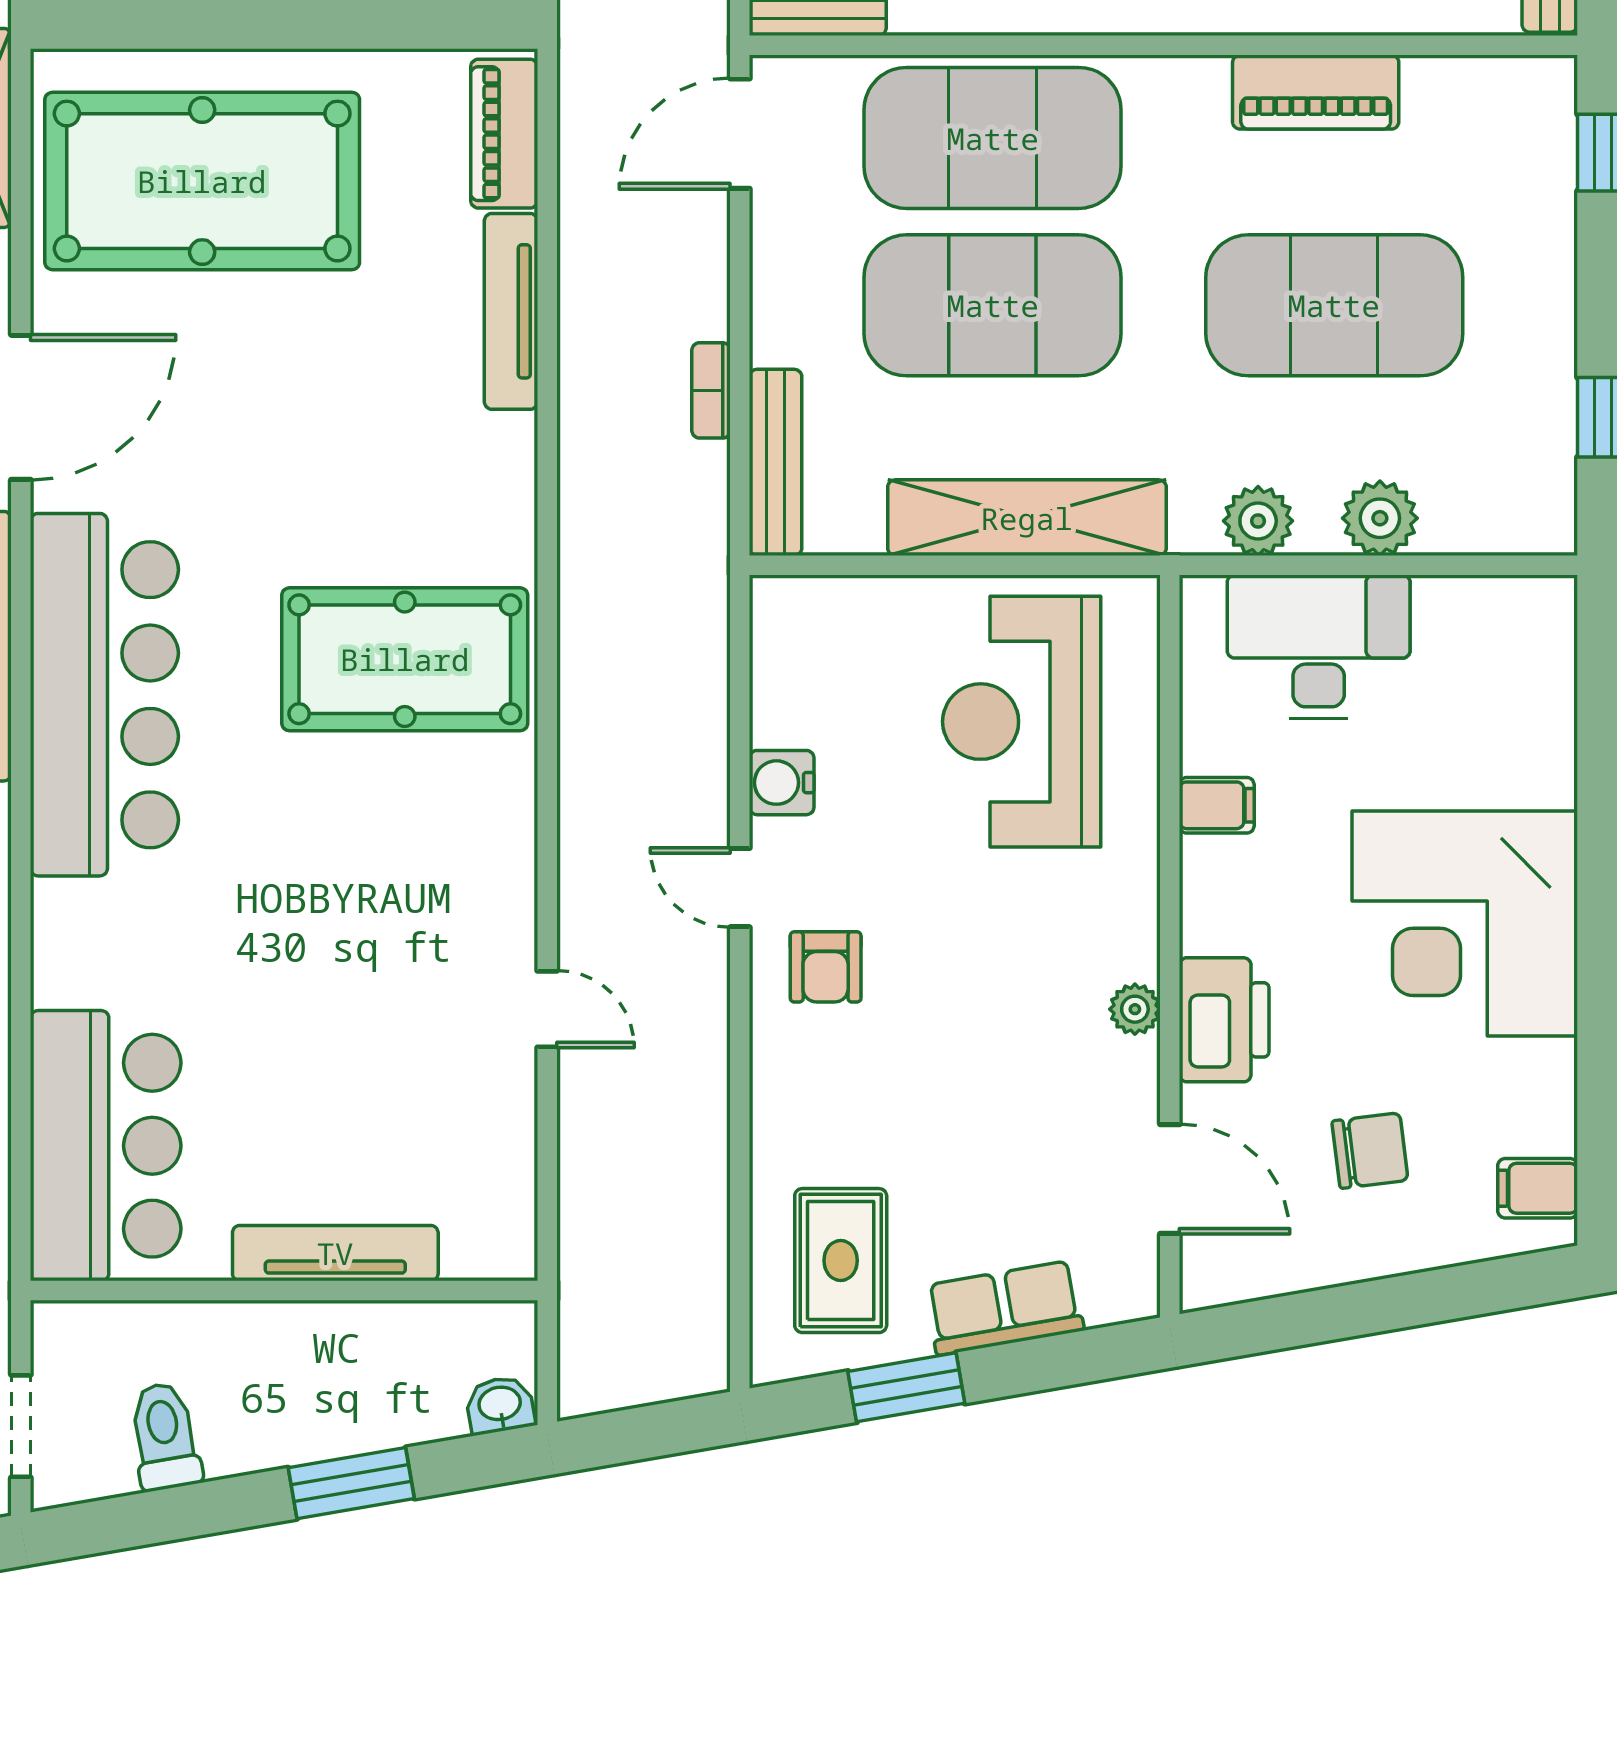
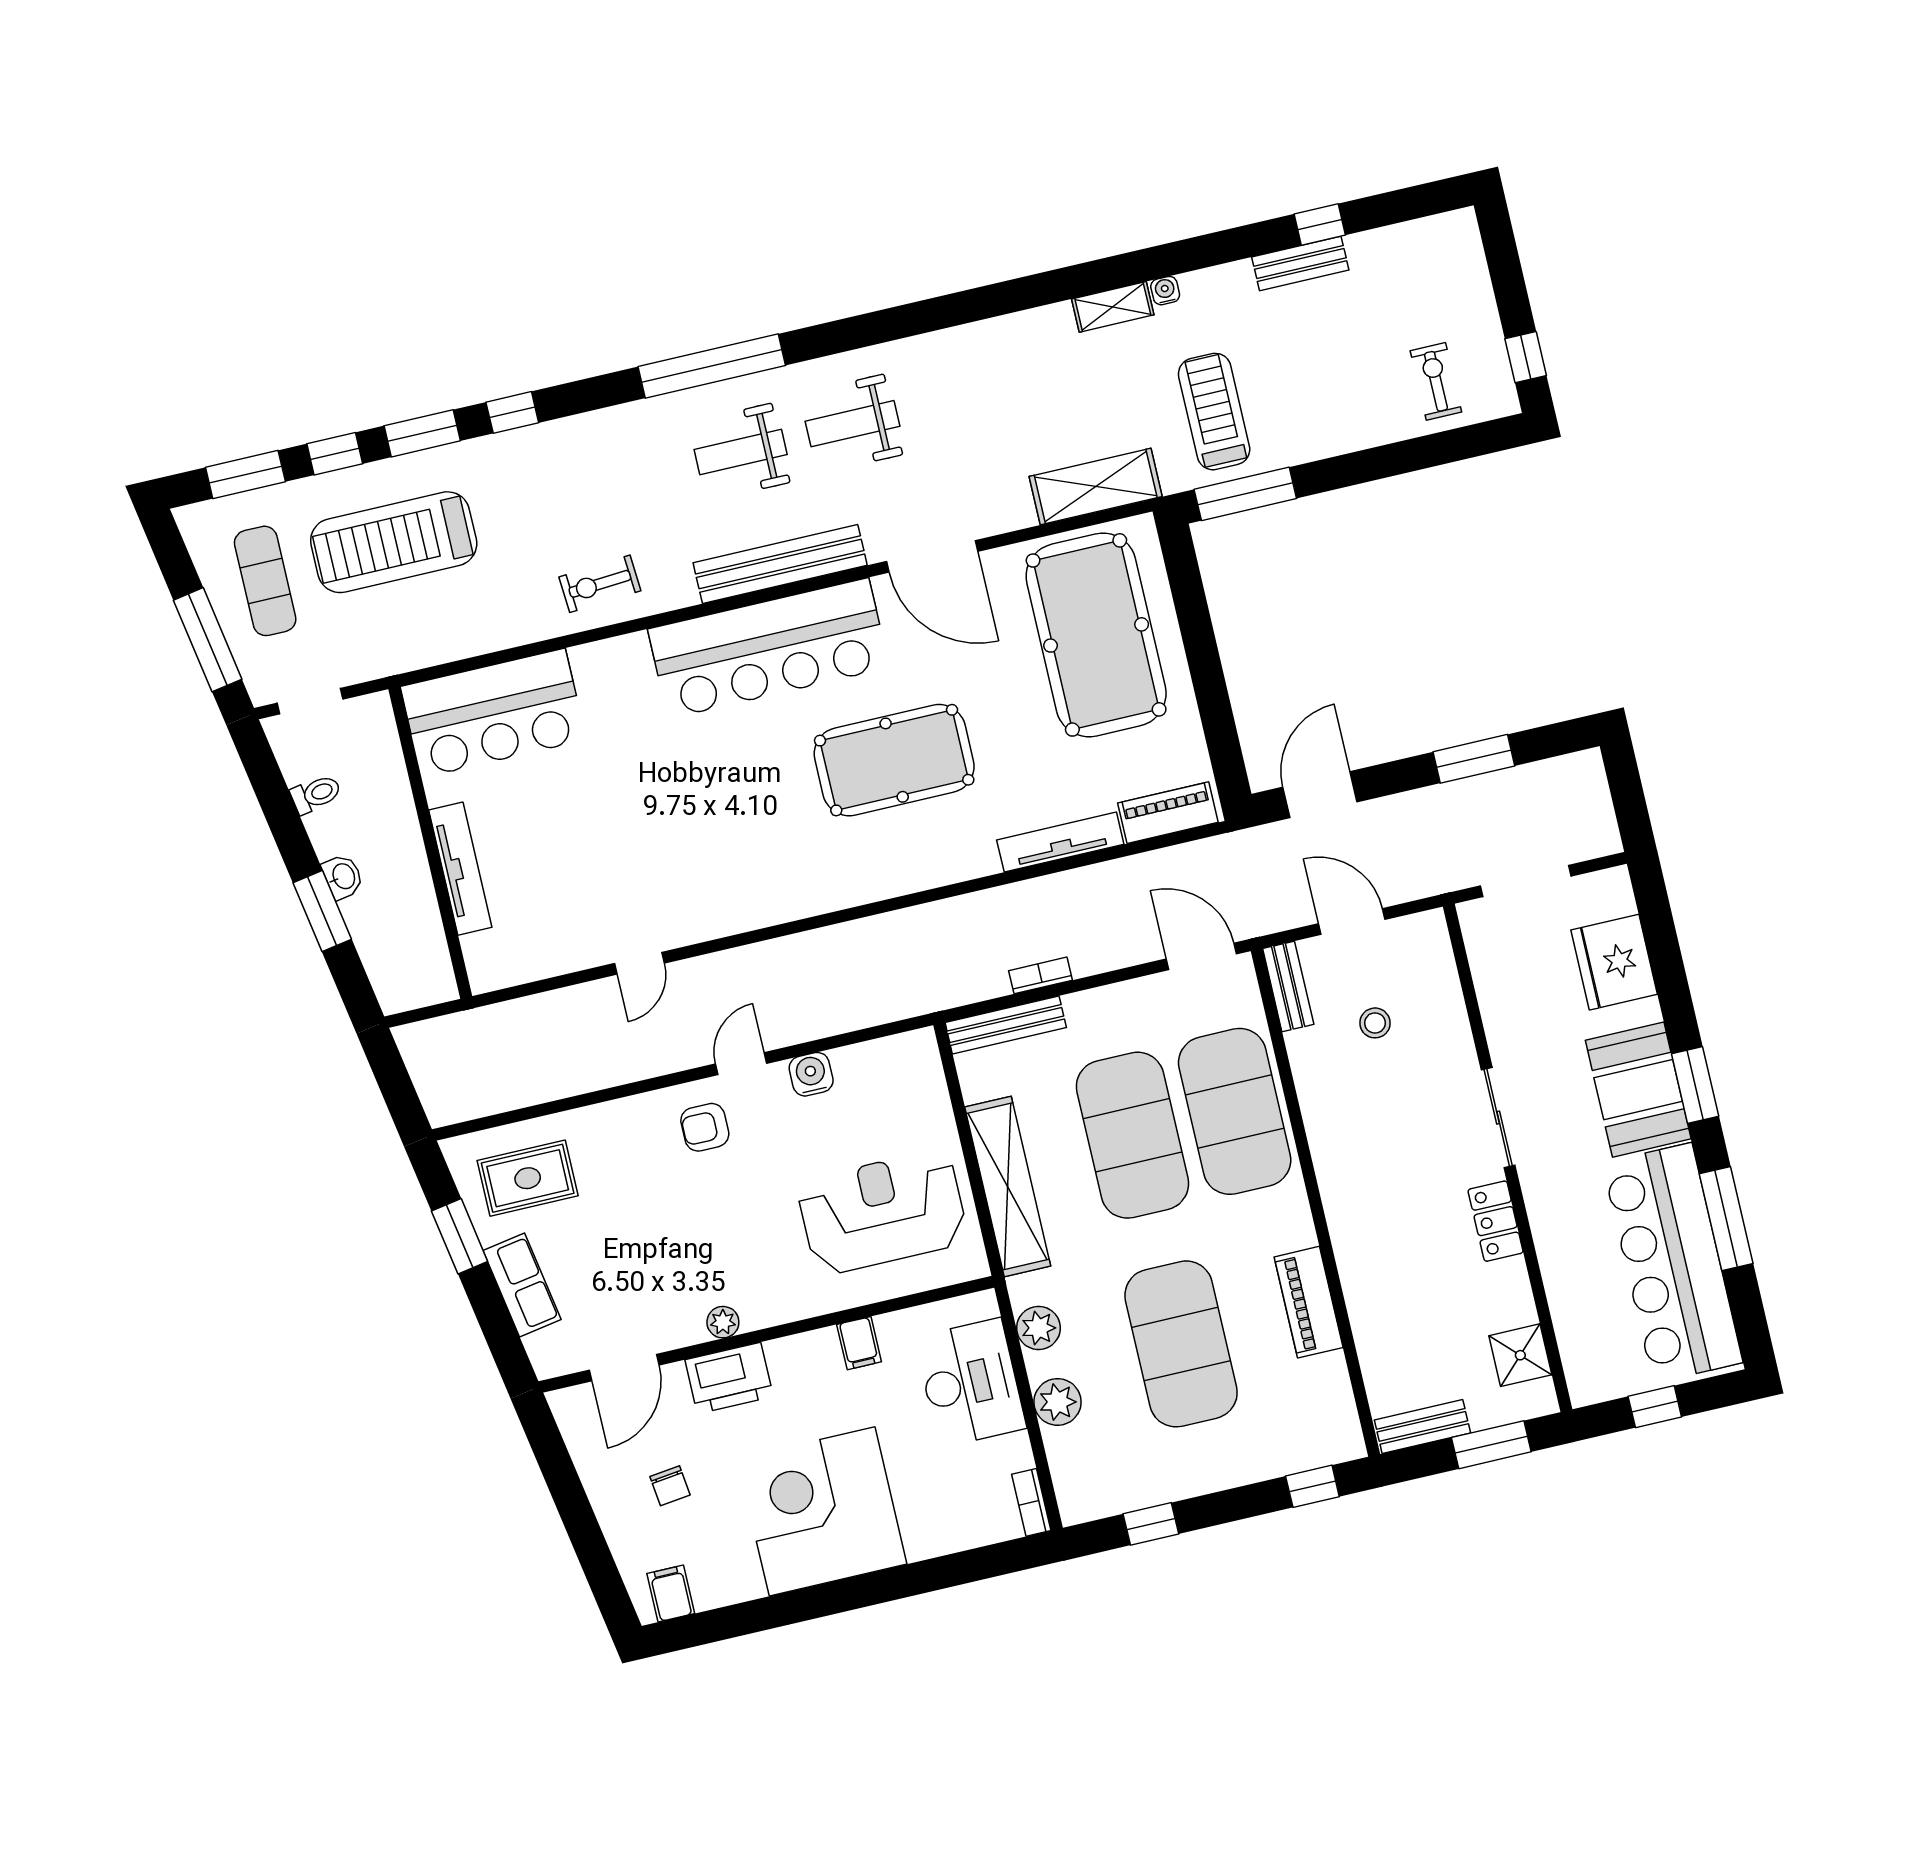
bookcase: (1526, 595) -> (1031, 1502), added
pool table: (405, 659) -> (894, 760), moved, turned 90
chair: (1370, 1151) -> (670, 1486), width x0.73, depth x0.73
washbasin: (500, 1405) -> (343, 877), moved
toilet: (165, 1436) -> (316, 794), width x0.73, depth x0.72

